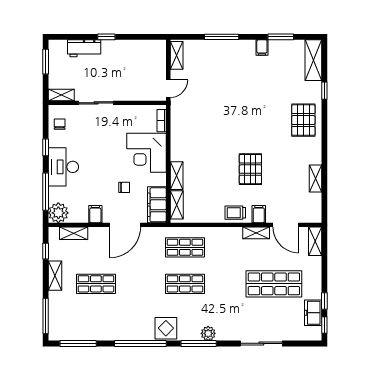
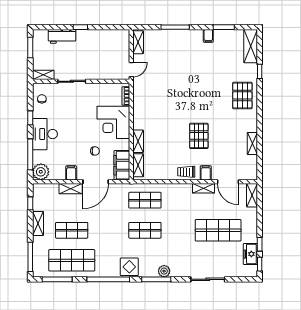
shelving: (74, 233) -> (71, 189), moved
shop shelf: (96, 320) -> (72, 260), added

